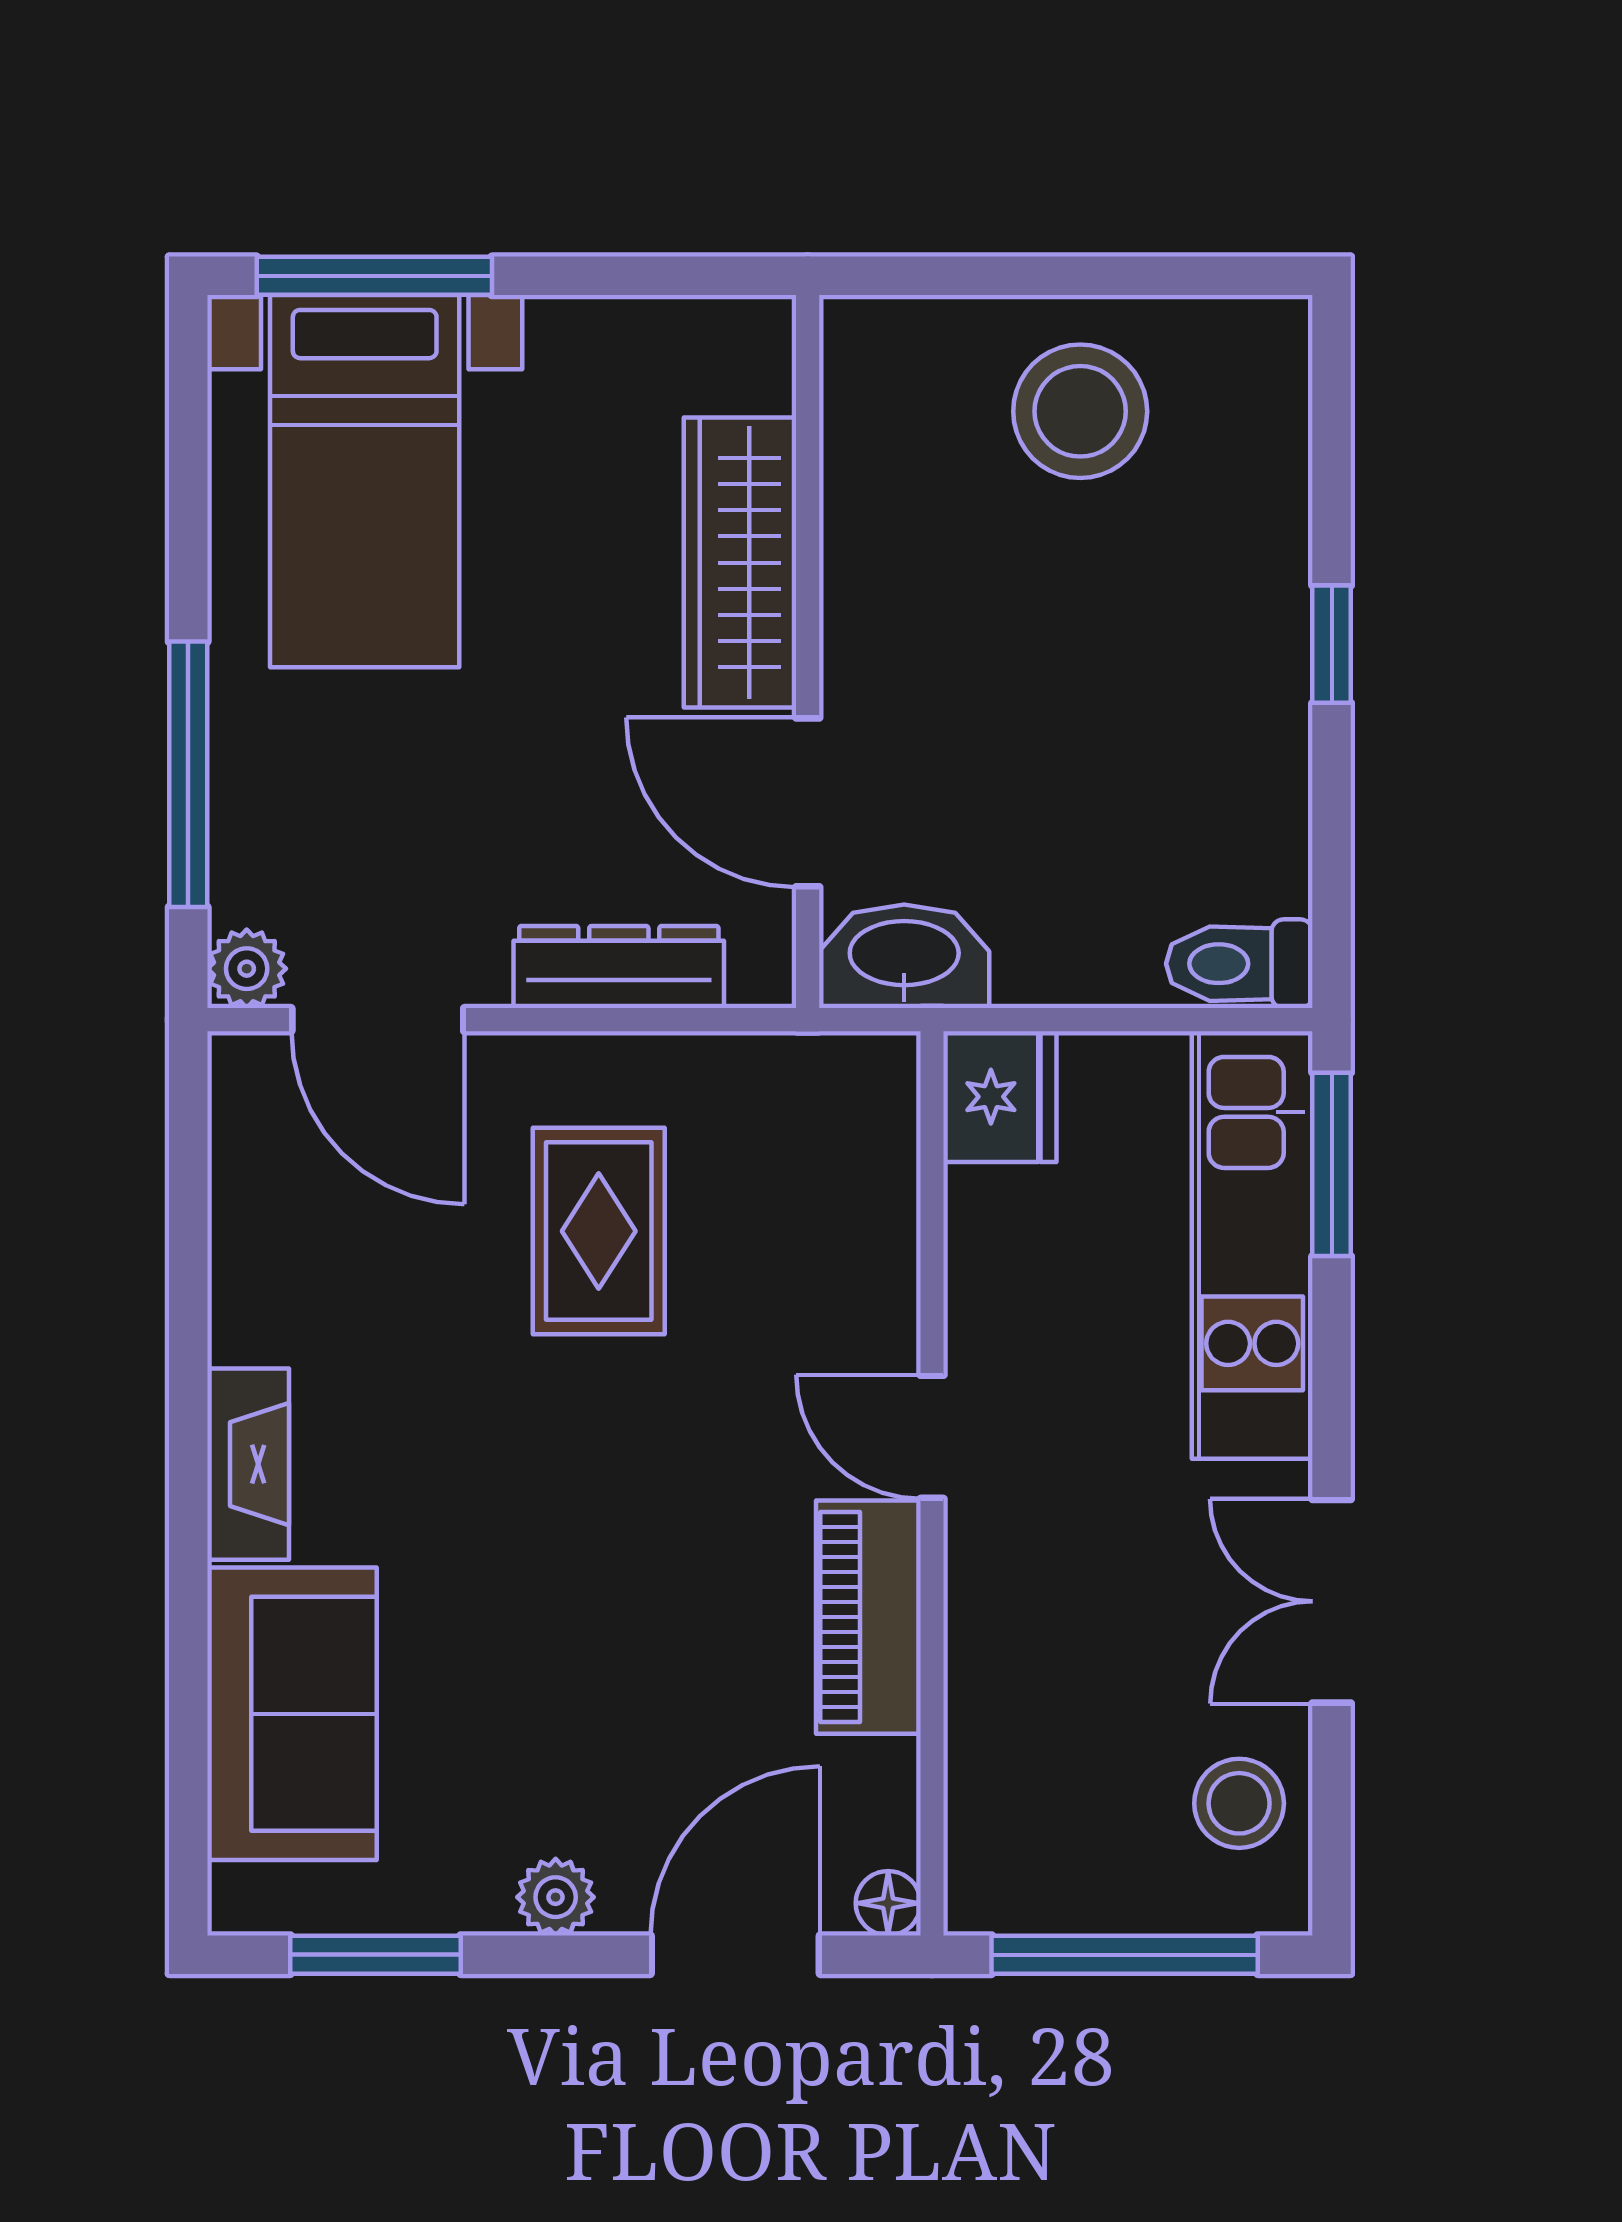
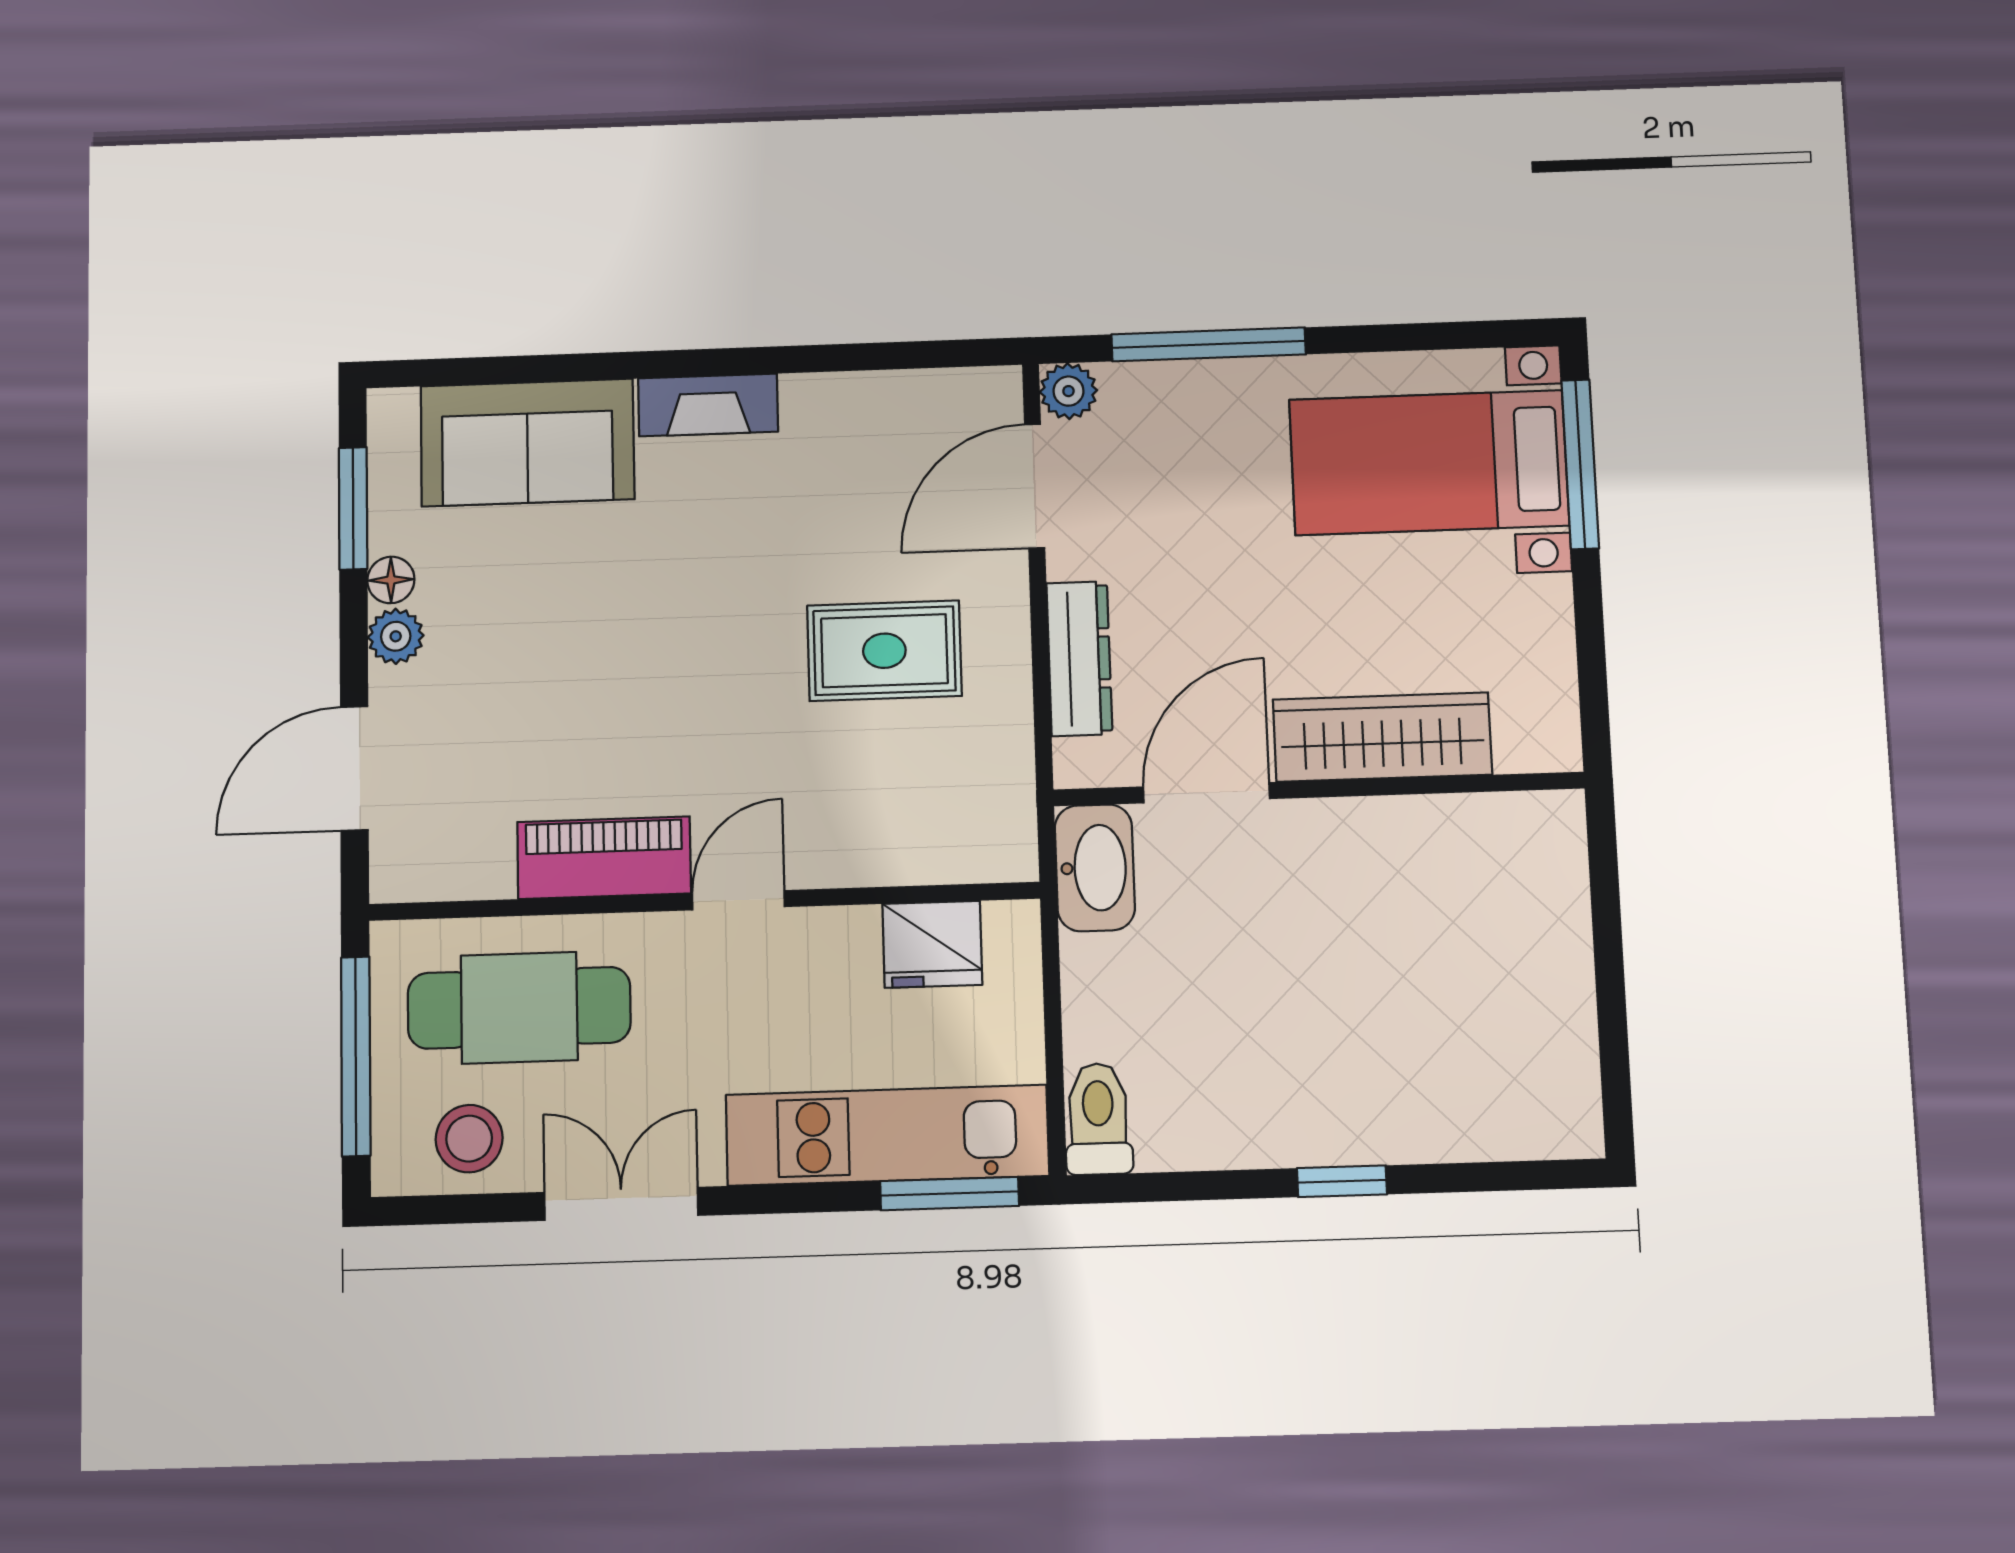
stool: (1080, 411) -> (1508, 986), removed
fridge: (1000, 1097) -> (932, 944), moved
cafe table: (1067, 1734) -> (519, 1008), added
floor lamp: (888, 1903) -> (391, 580), moved
door: (735, 1955) -> (354, 768), swing flipped

